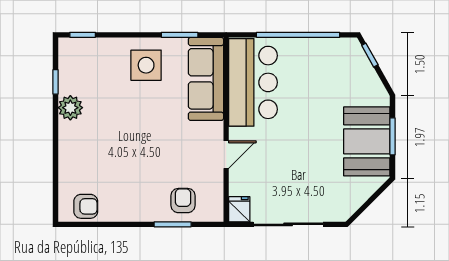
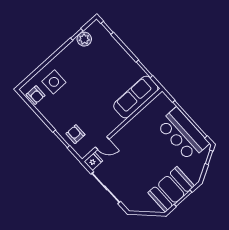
side table: (146, 65) -> (54, 82), moved
bar counter: (253, 82) -> (183, 134), moved, turned 90
plant: (70, 108) -> (84, 39), moved
door: (226, 155) -> (102, 143), moved
armchair: (183, 201) -> (75, 134), turned -90

